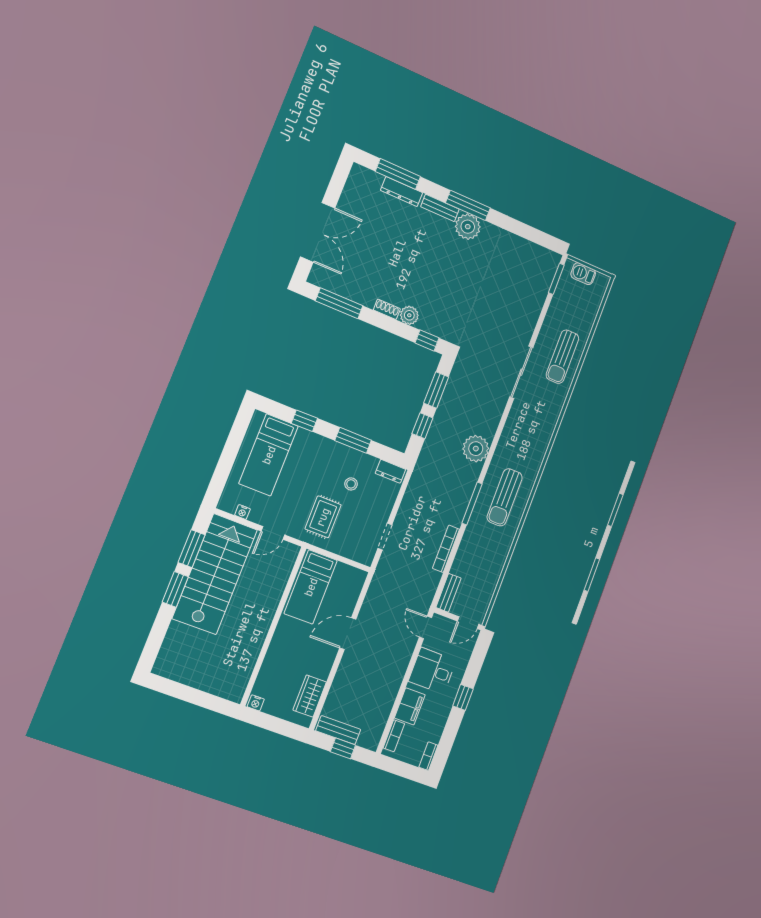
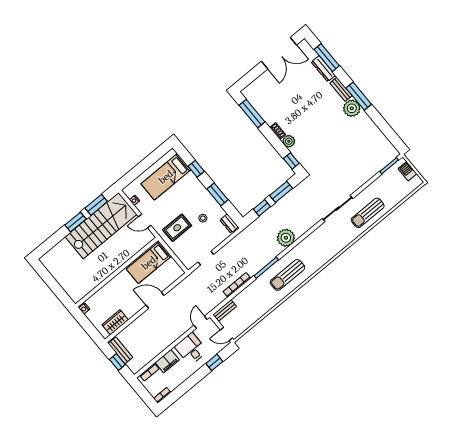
double door: (318, 232) -> (279, 53), moved
window: (463, 697) -> (214, 362), moved

